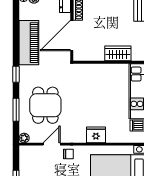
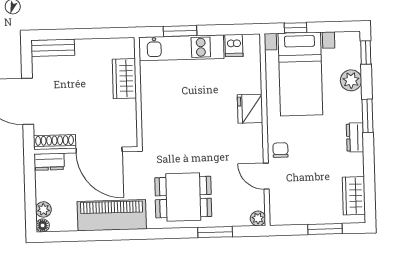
window: (16, 74) -> (161, 234), removed
dining table: (45, 105) -> (183, 197), moved

